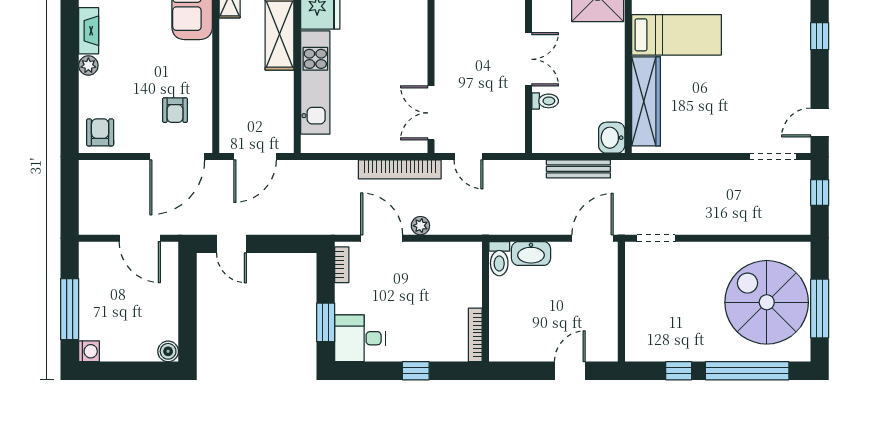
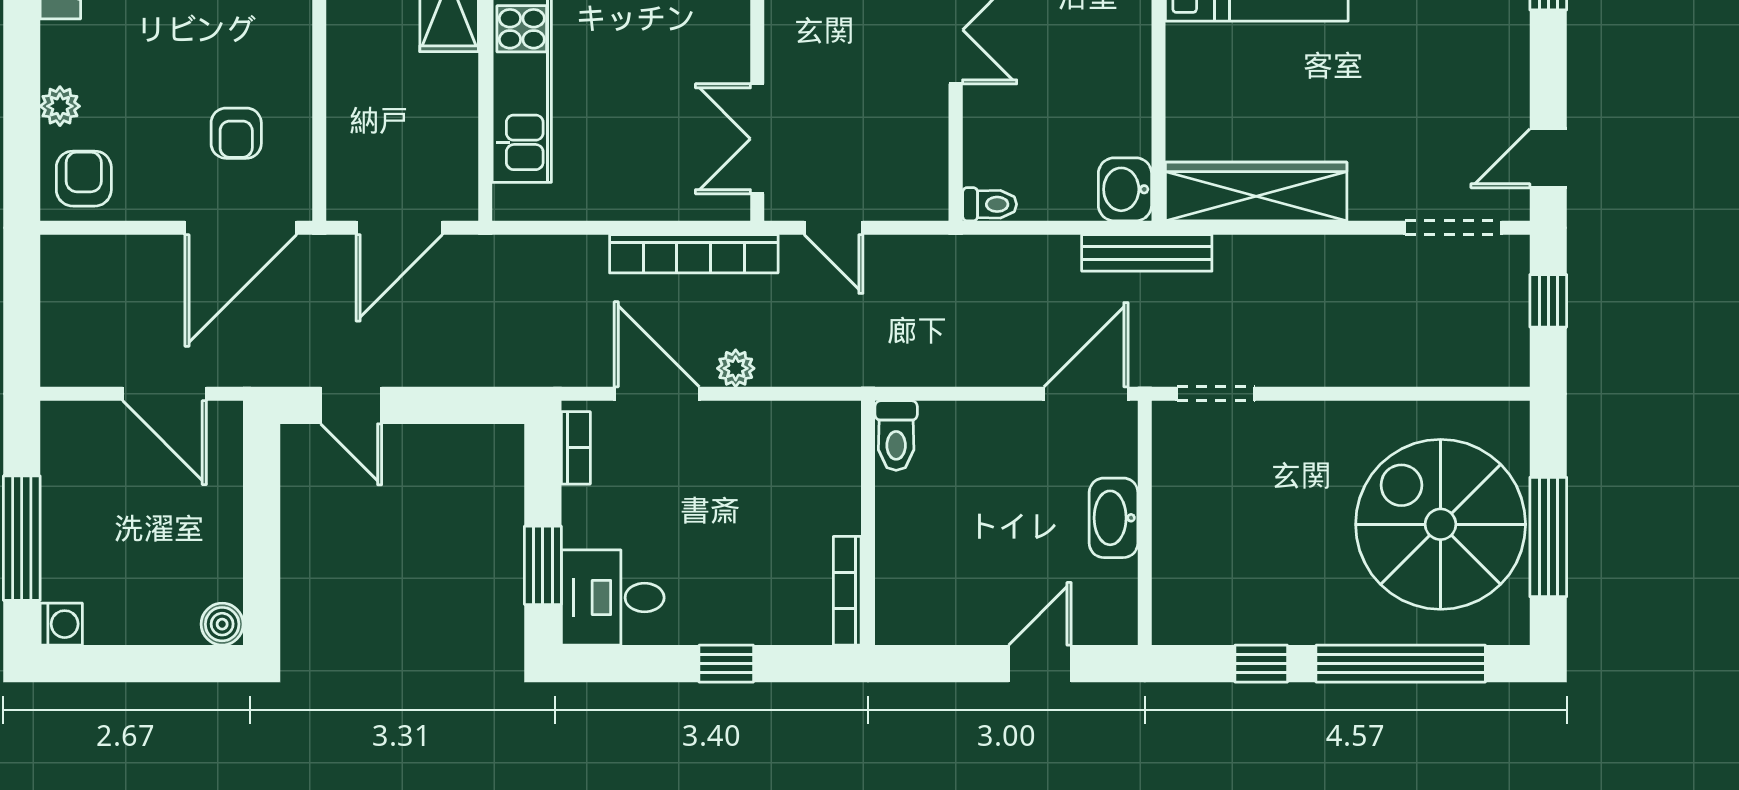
plant: (88, 65) -> (60, 106), moved
toilet: (545, 101) -> (990, 204), moved
wardrobe: (646, 101) -> (1256, 191), moved, turned -90
bench: (578, 169) -> (1147, 253), moved
washbasin: (531, 253) -> (1114, 518), moved, turned 90

